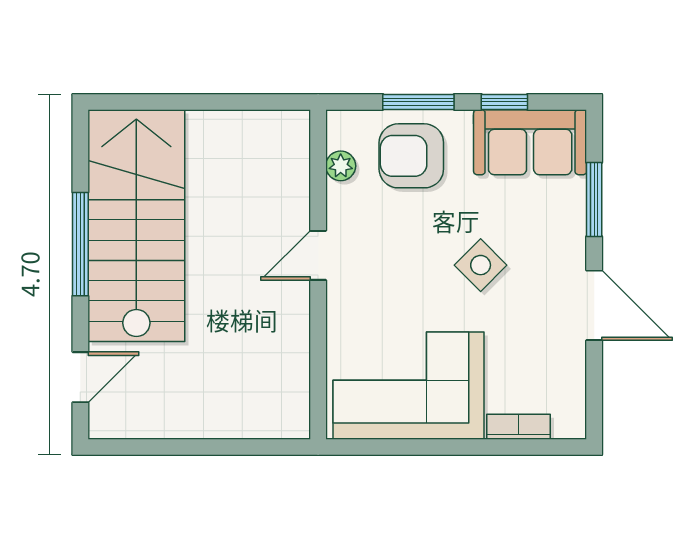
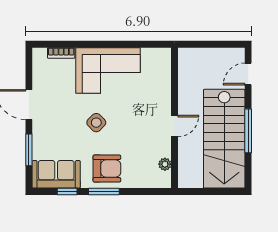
plant: (341, 166) -> (165, 164), moved
door: (318, 255) -> (174, 126), moved
side table: (481, 265) -> (96, 123), moved
wall: (318, 274) -> (174, 118), moved

